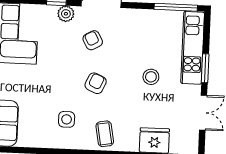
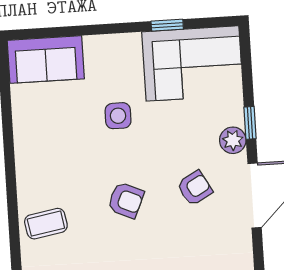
side table: (67, 119) -> (118, 116), moved

